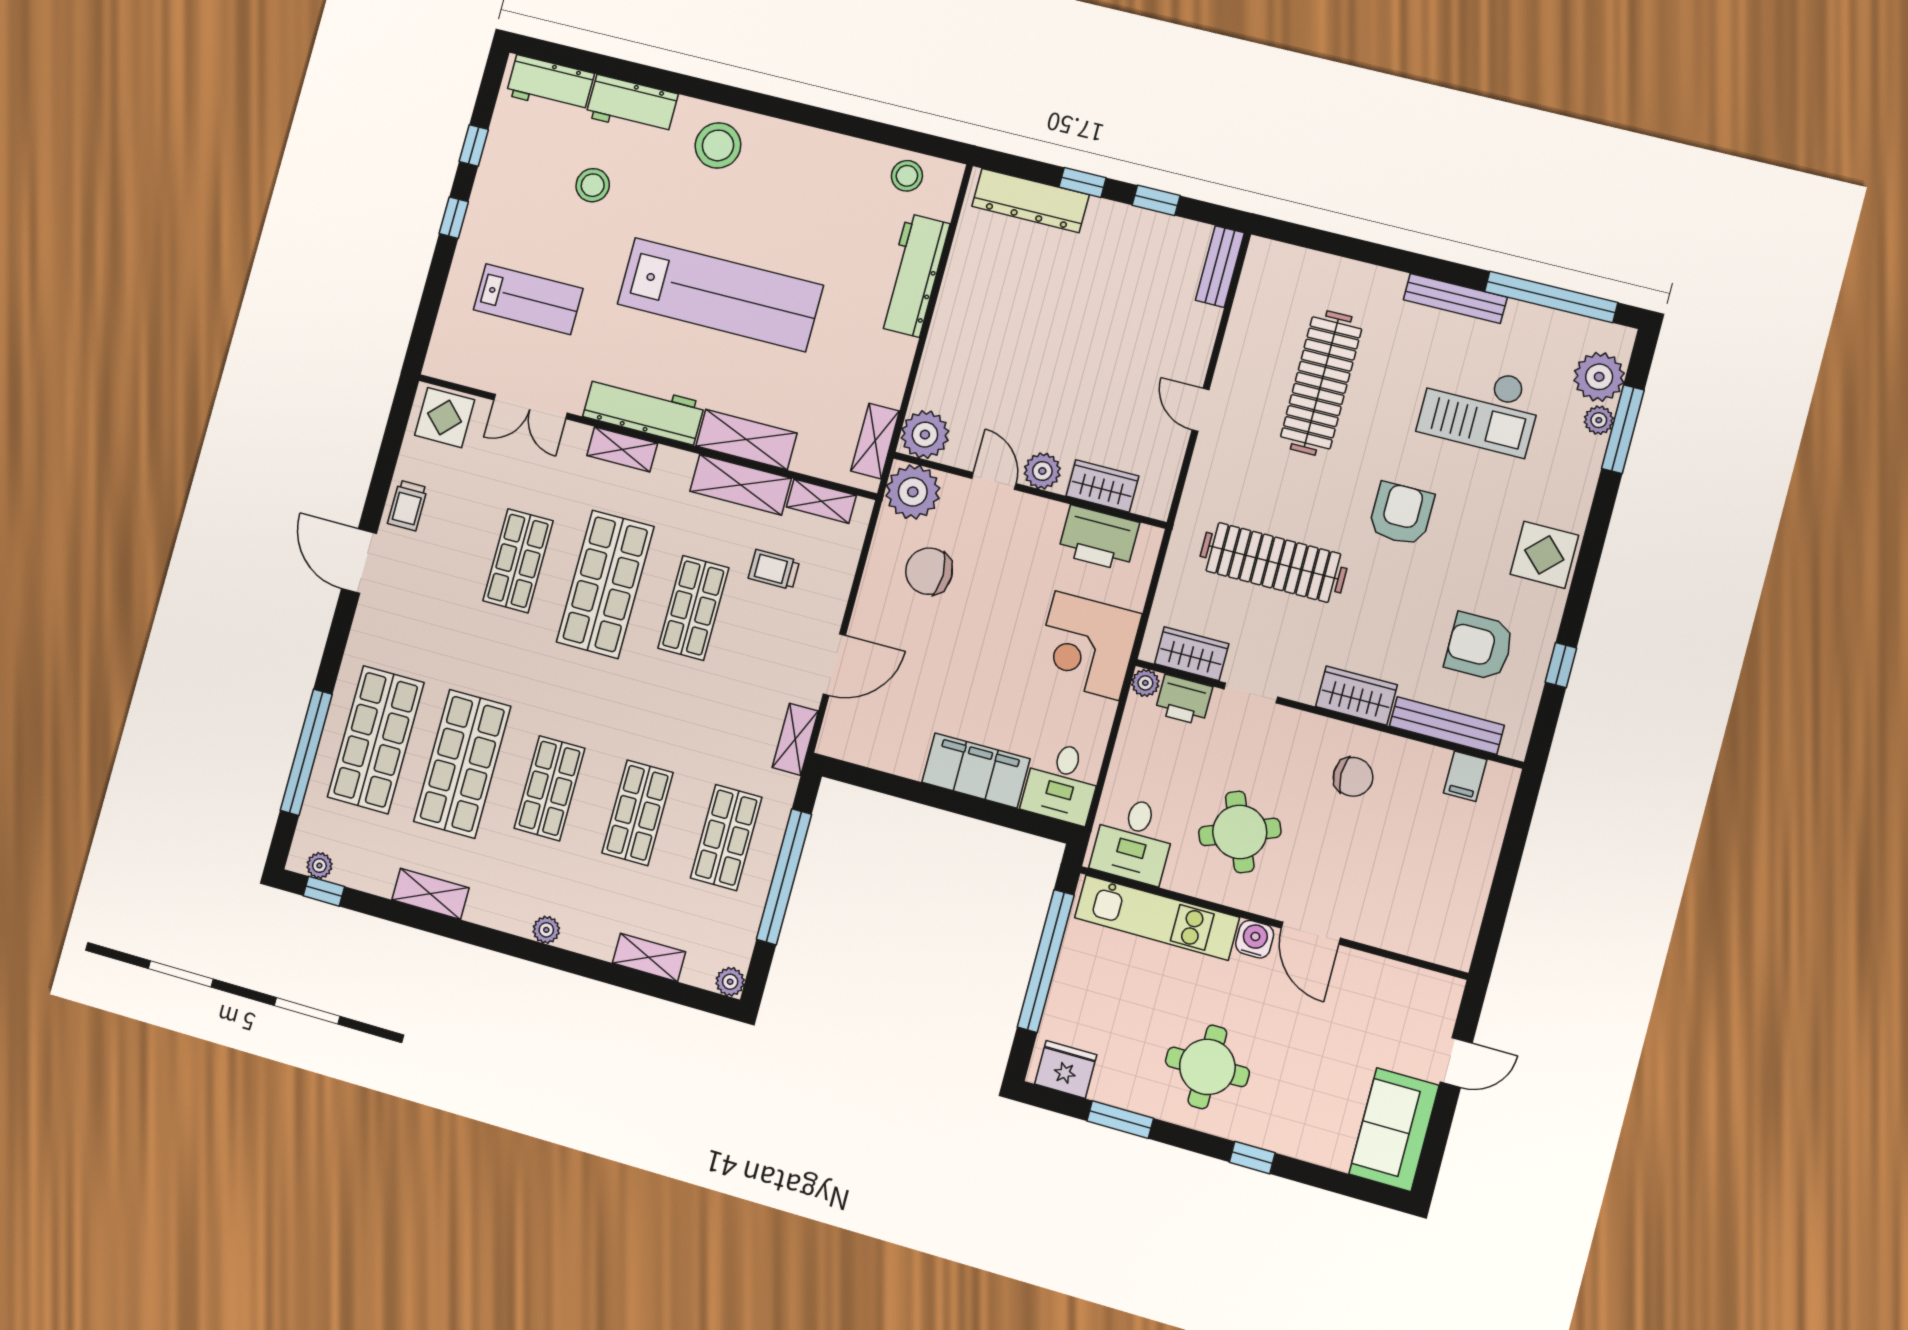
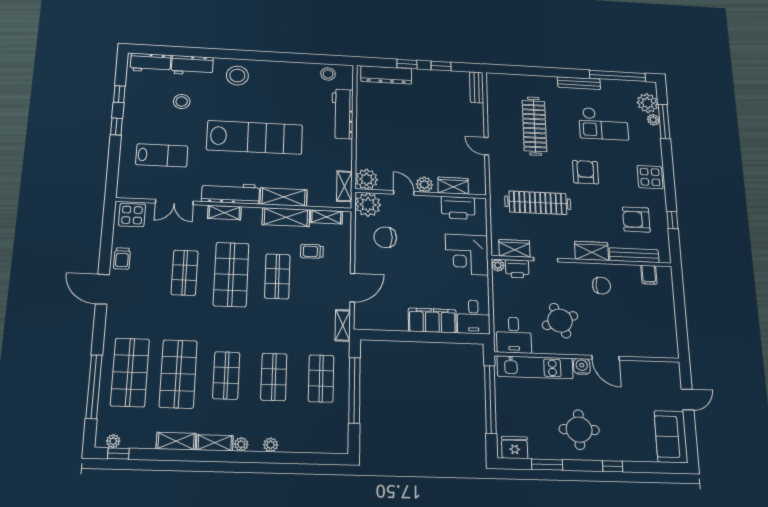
shelving: (649, 957) -> (215, 443), moved
plant: (730, 982) -> (271, 445), moved

